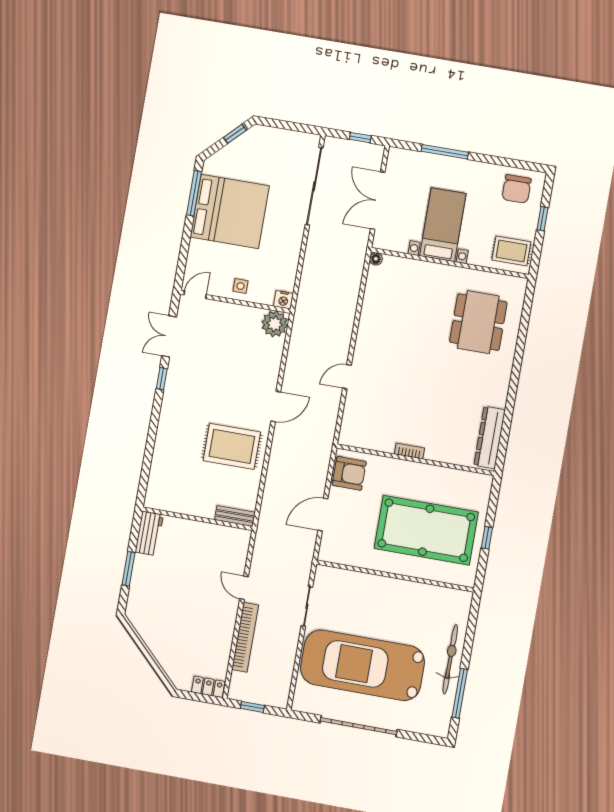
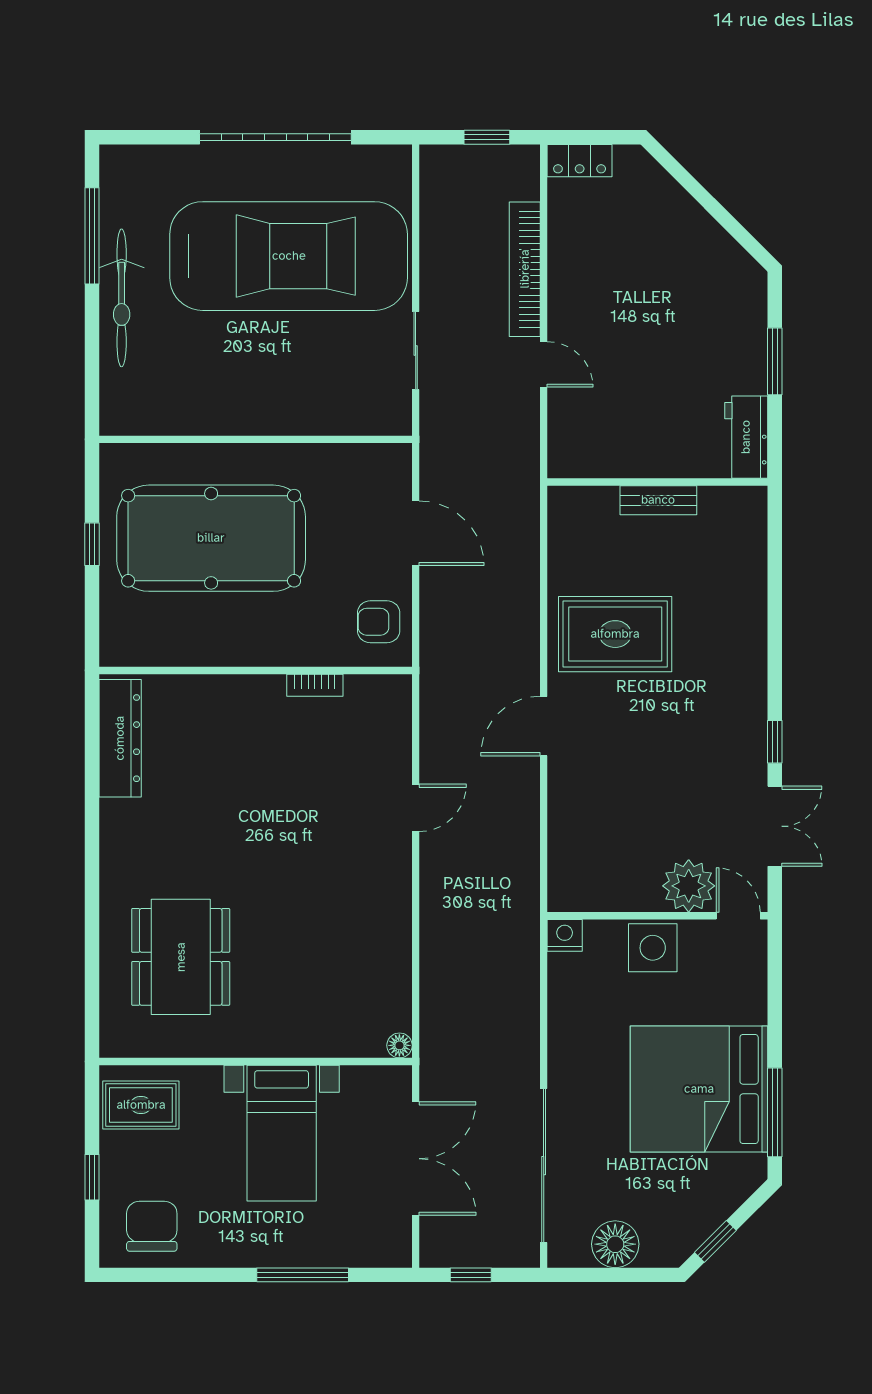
floor lamp: (285, 141) -> (615, 1244), added
side table: (241, 286) -> (653, 948), width x1.87, depth x1.87
door: (195, 295) -> (738, 916), swing flipped
plant: (275, 324) -> (689, 886), moved
bookcase: (409, 451) -> (315, 685), moved
armchair: (349, 473) -> (379, 622), width x0.72, depth x0.72
door: (323, 515) -> (416, 533), hinge flipped
bench: (235, 516) -> (658, 500), moved

